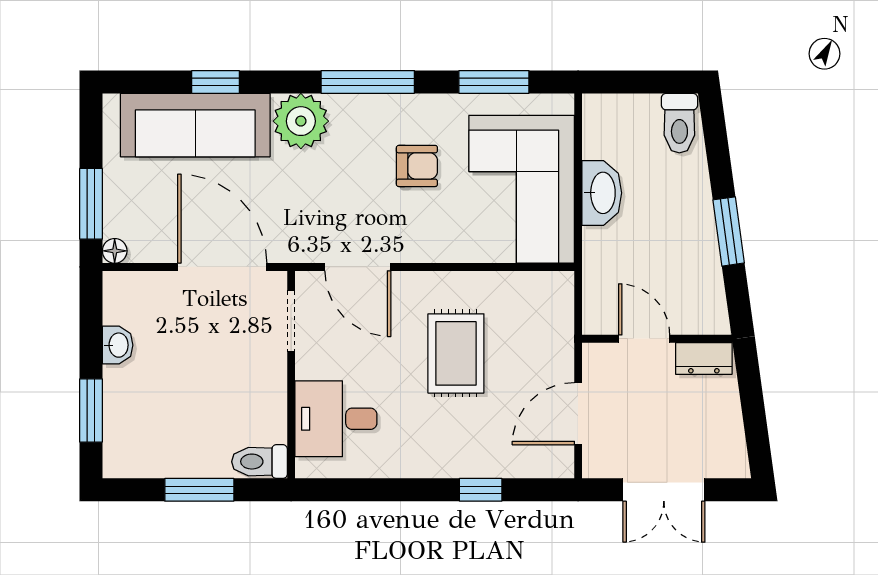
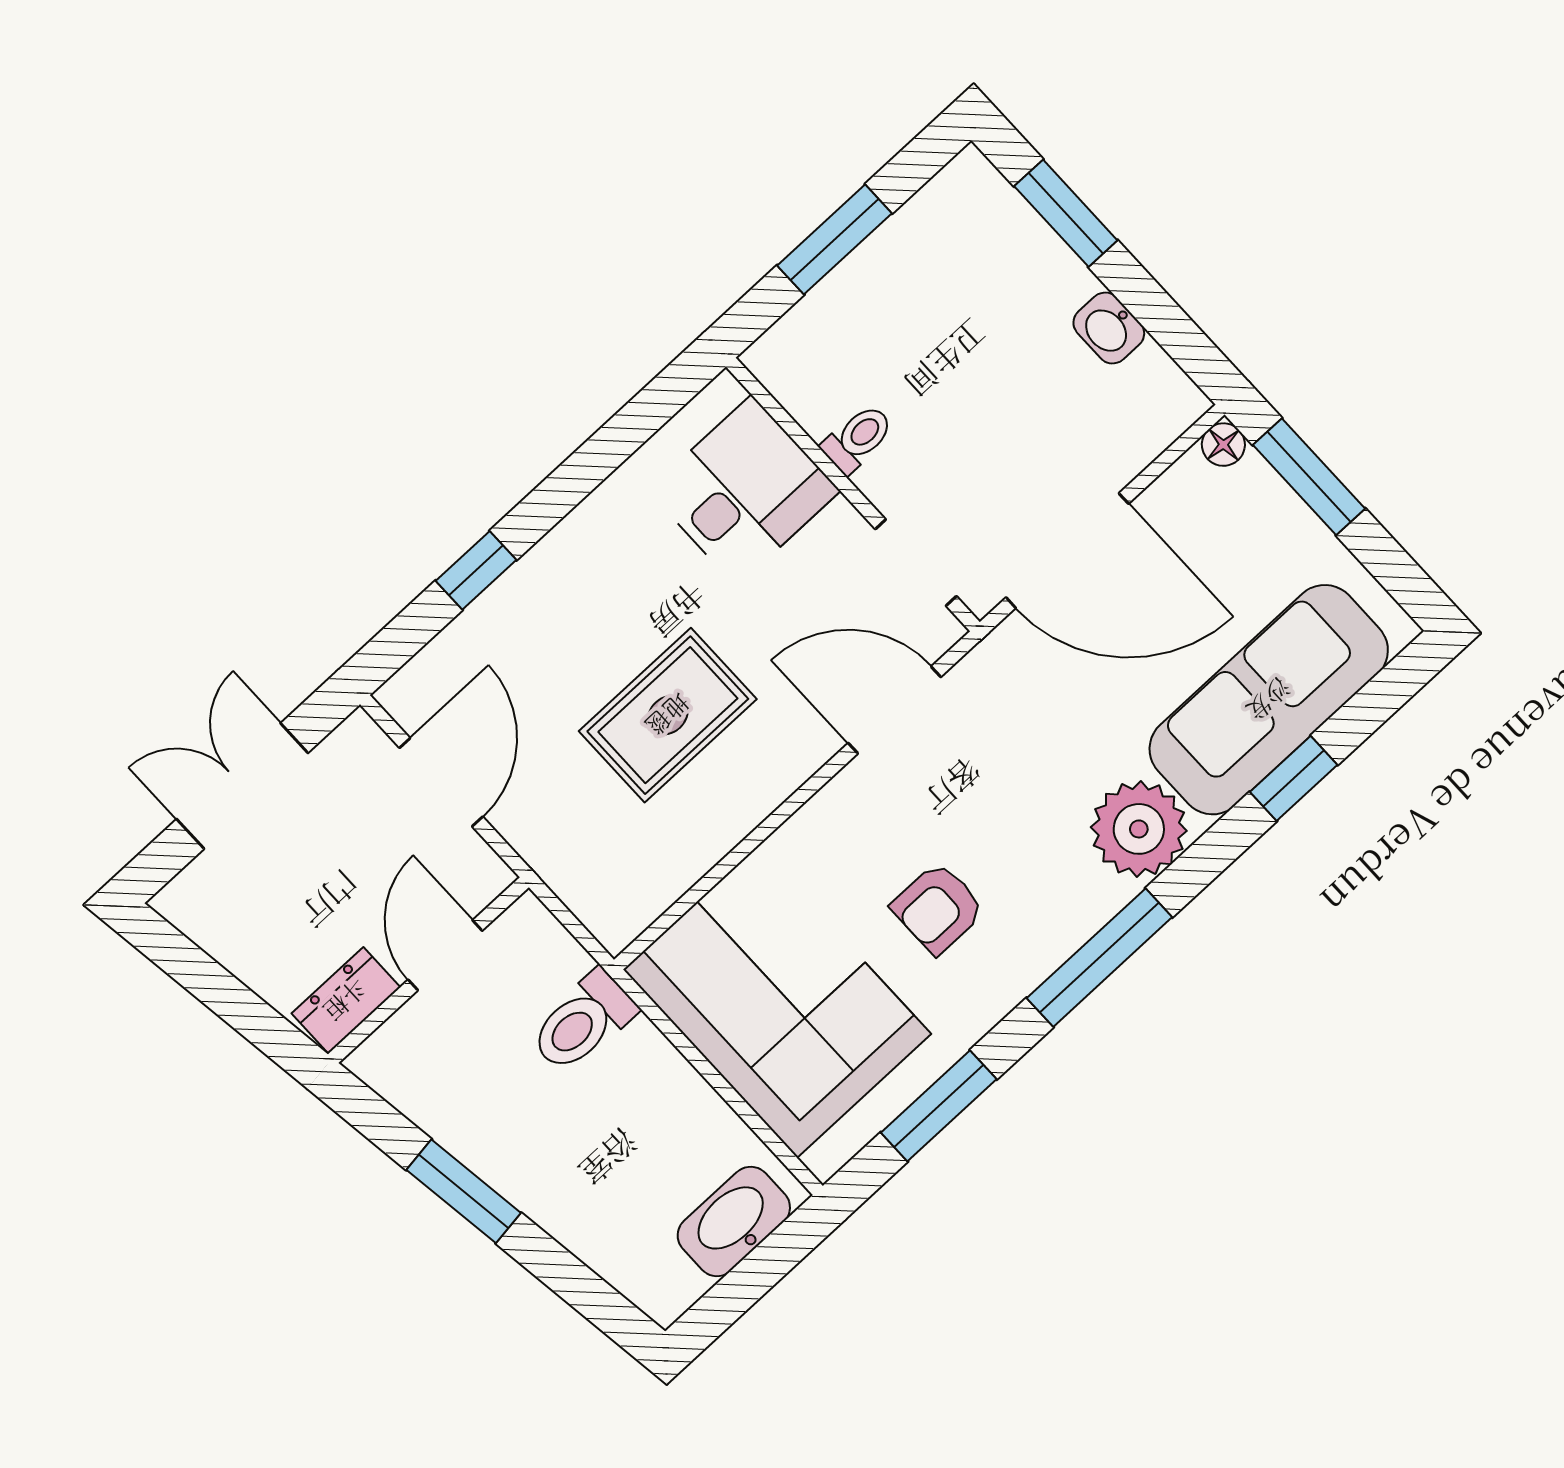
toilet: (679, 123) -> (583, 1022), moved, turned -90
washbasin: (602, 193) -> (734, 1222), moved, turned 90
door: (644, 339) -> (445, 955), swing flipped
rug: (456, 353) -> (668, 715), turned 90
toilet: (260, 462) -> (858, 439), moved, width x0.73, depth x0.72

